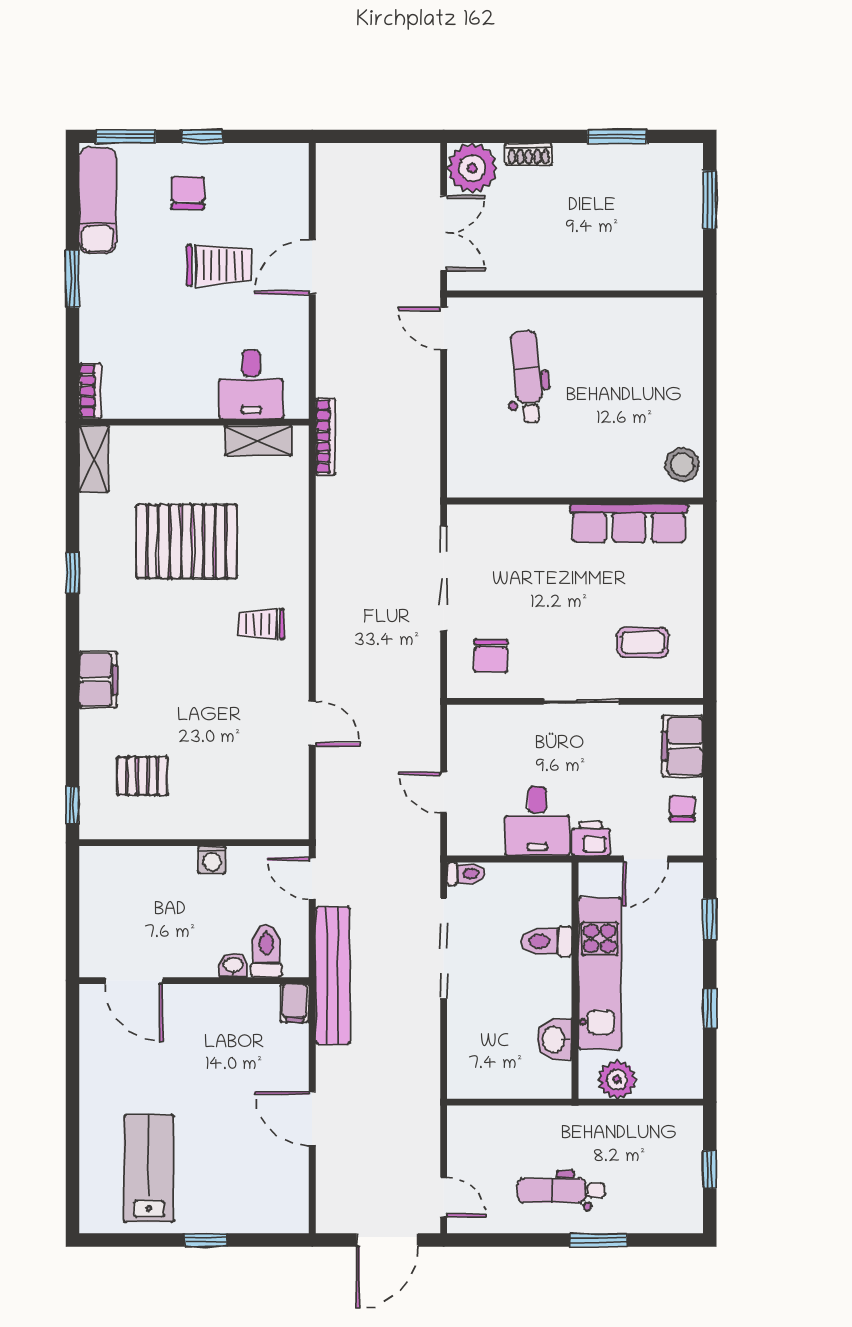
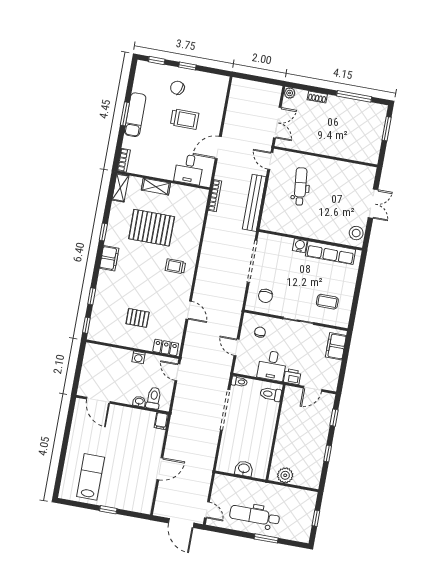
window: (126, 136) -> (157, 61), width x0.67
window: (617, 136) -> (354, 96), width x1.44
plant: (472, 168) -> (290, 93), width x0.53, depth x0.53
chair: (188, 193) -> (177, 88), turned -68
exam couch: (98, 200) -> (135, 115), moved
door: (312, 267) -> (218, 148), moved
double door: (710, 386) -> (373, 204), added
shelving: (258, 441) -> (156, 187), moved
water cooler: (552, 520) -> (300, 246), added
filing cabinet: (98, 680) -> (109, 258), moved
window: (72, 733) -> (92, 296), added
pallet: (142, 776) -> (138, 318), moved
chair: (682, 809) -> (260, 332), moved
locker: (273, 824) -> (166, 347), added
toilet: (547, 941) -> (271, 394), moved
kitchen unit: (600, 973) -> (286, 431), removed
bench: (333, 976) -> (254, 203), moved
washbasin: (554, 1039) -> (244, 469), moved, turned 90
door: (312, 1118) -> (160, 469), swing flipped
dental chair: (561, 1190) -> (255, 516), width x1.36, depth x1.38
door: (387, 1240) -> (181, 523), hinge flipped

